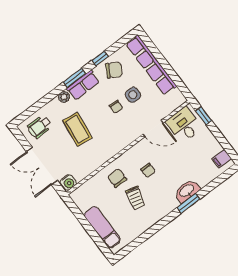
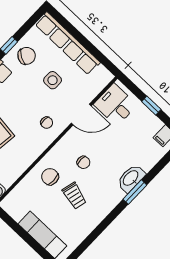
chair: (116, 107) -> (47, 123), moved
window: (204, 116) -> (151, 106), moved

